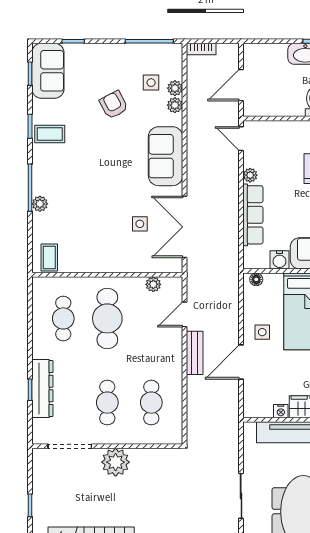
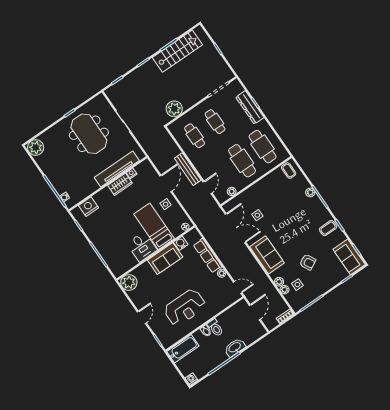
cafe table: (63, 318) -> (263, 147), width x1.37, depth x1.35
bench: (195, 353) -> (188, 169), width x1.36
plant: (116, 462) -> (174, 109), moved

